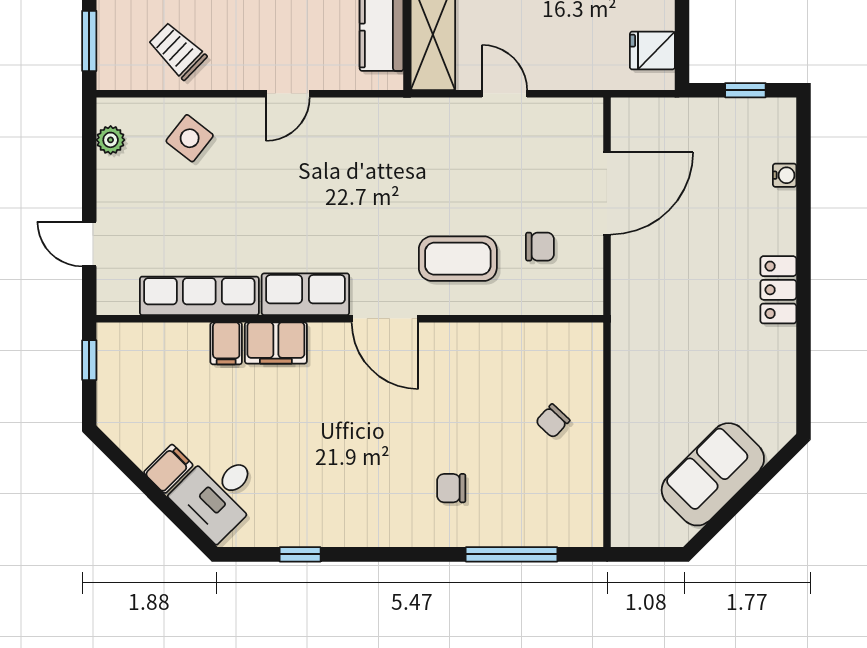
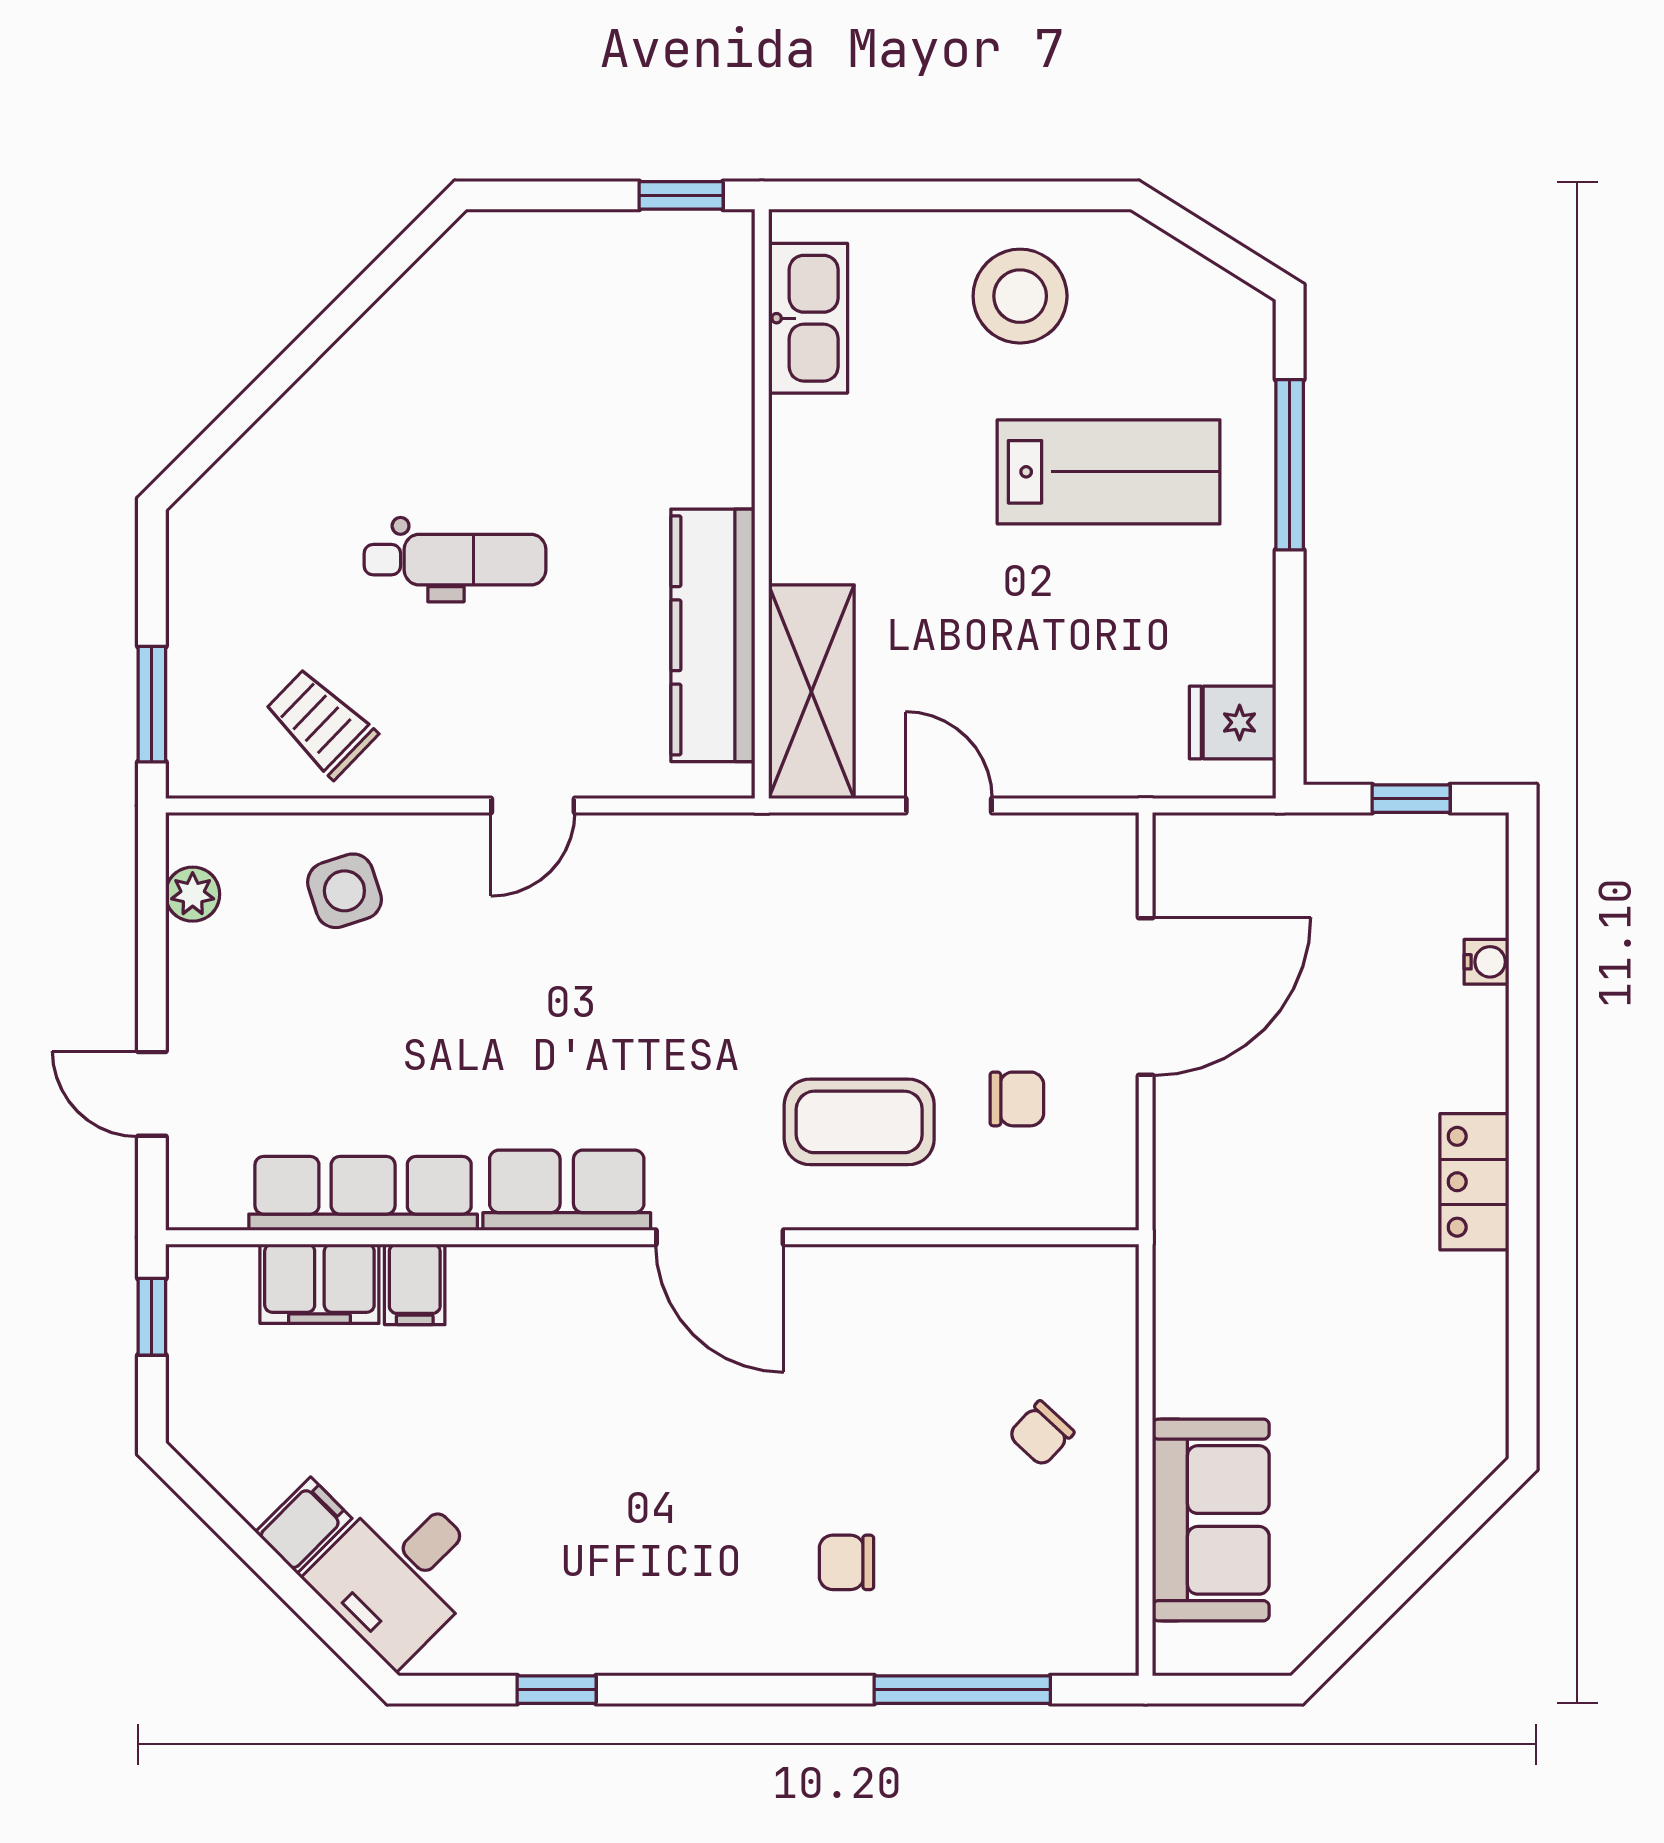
side table: (190, 138) -> (344, 891), turned 34
filing cabinet: (276, 343) -> (319, 1284), moved
sofa: (713, 474) -> (1211, 1520), moved, turned 135

